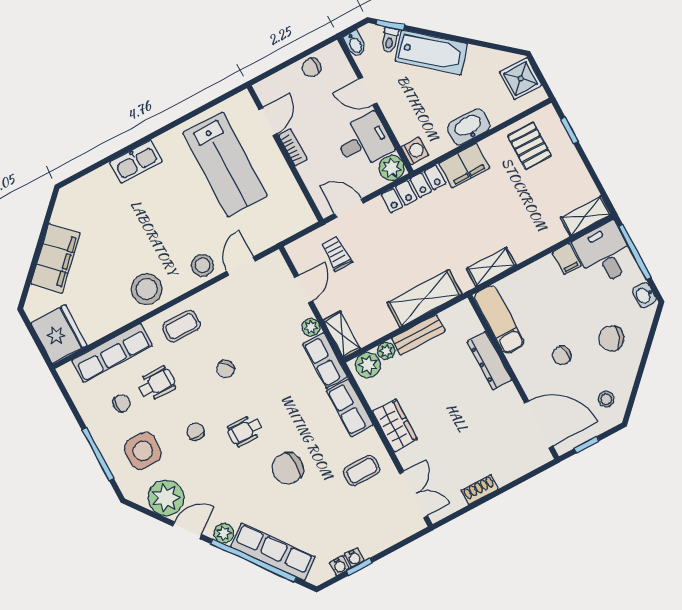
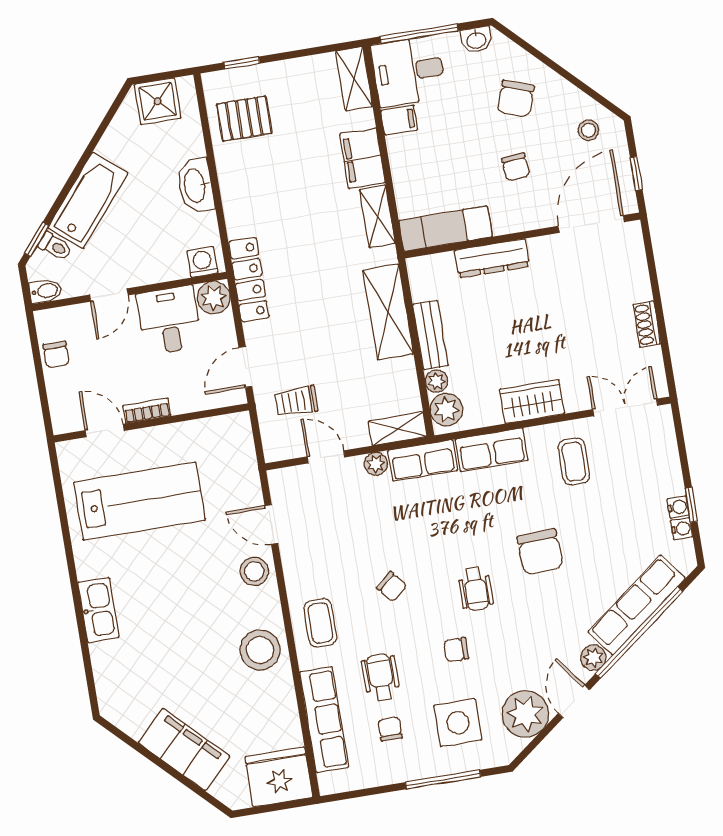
filing cabinet: (464, 166) -> (362, 158), moved, turned 180

